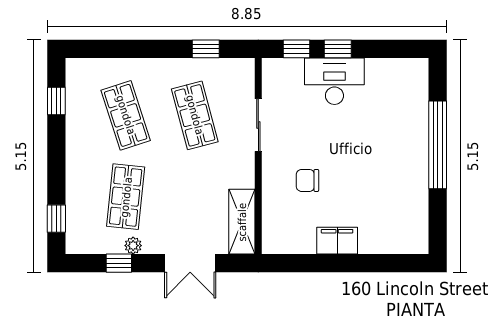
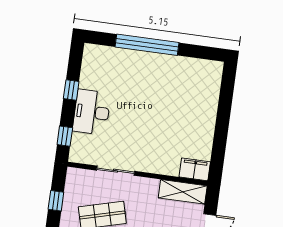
window: (338, 49) -> (71, 90), moved
chair: (307, 180) -> (160, 141), removed
filing cabinet: (337, 241) -> (195, 169), moved, turned 90

